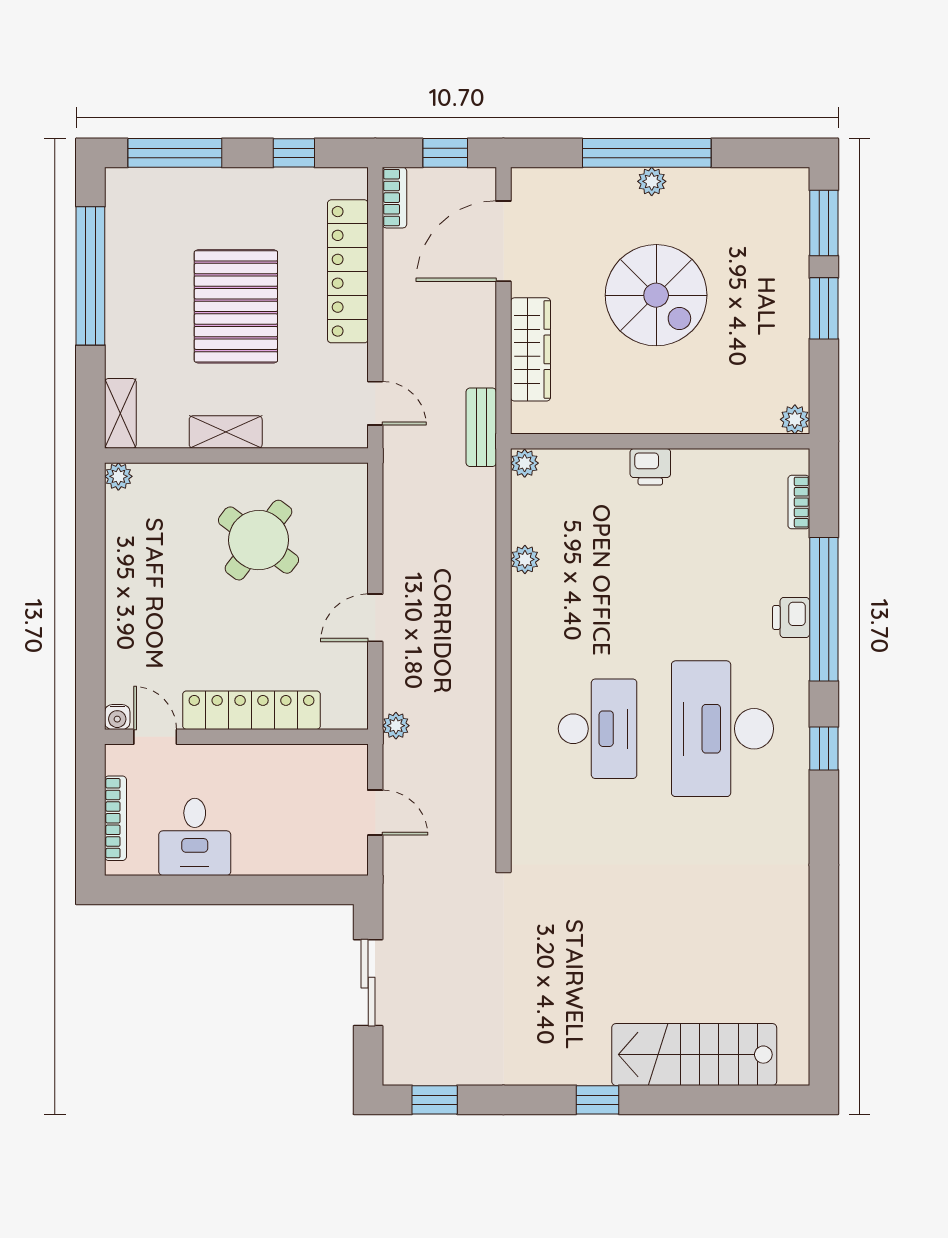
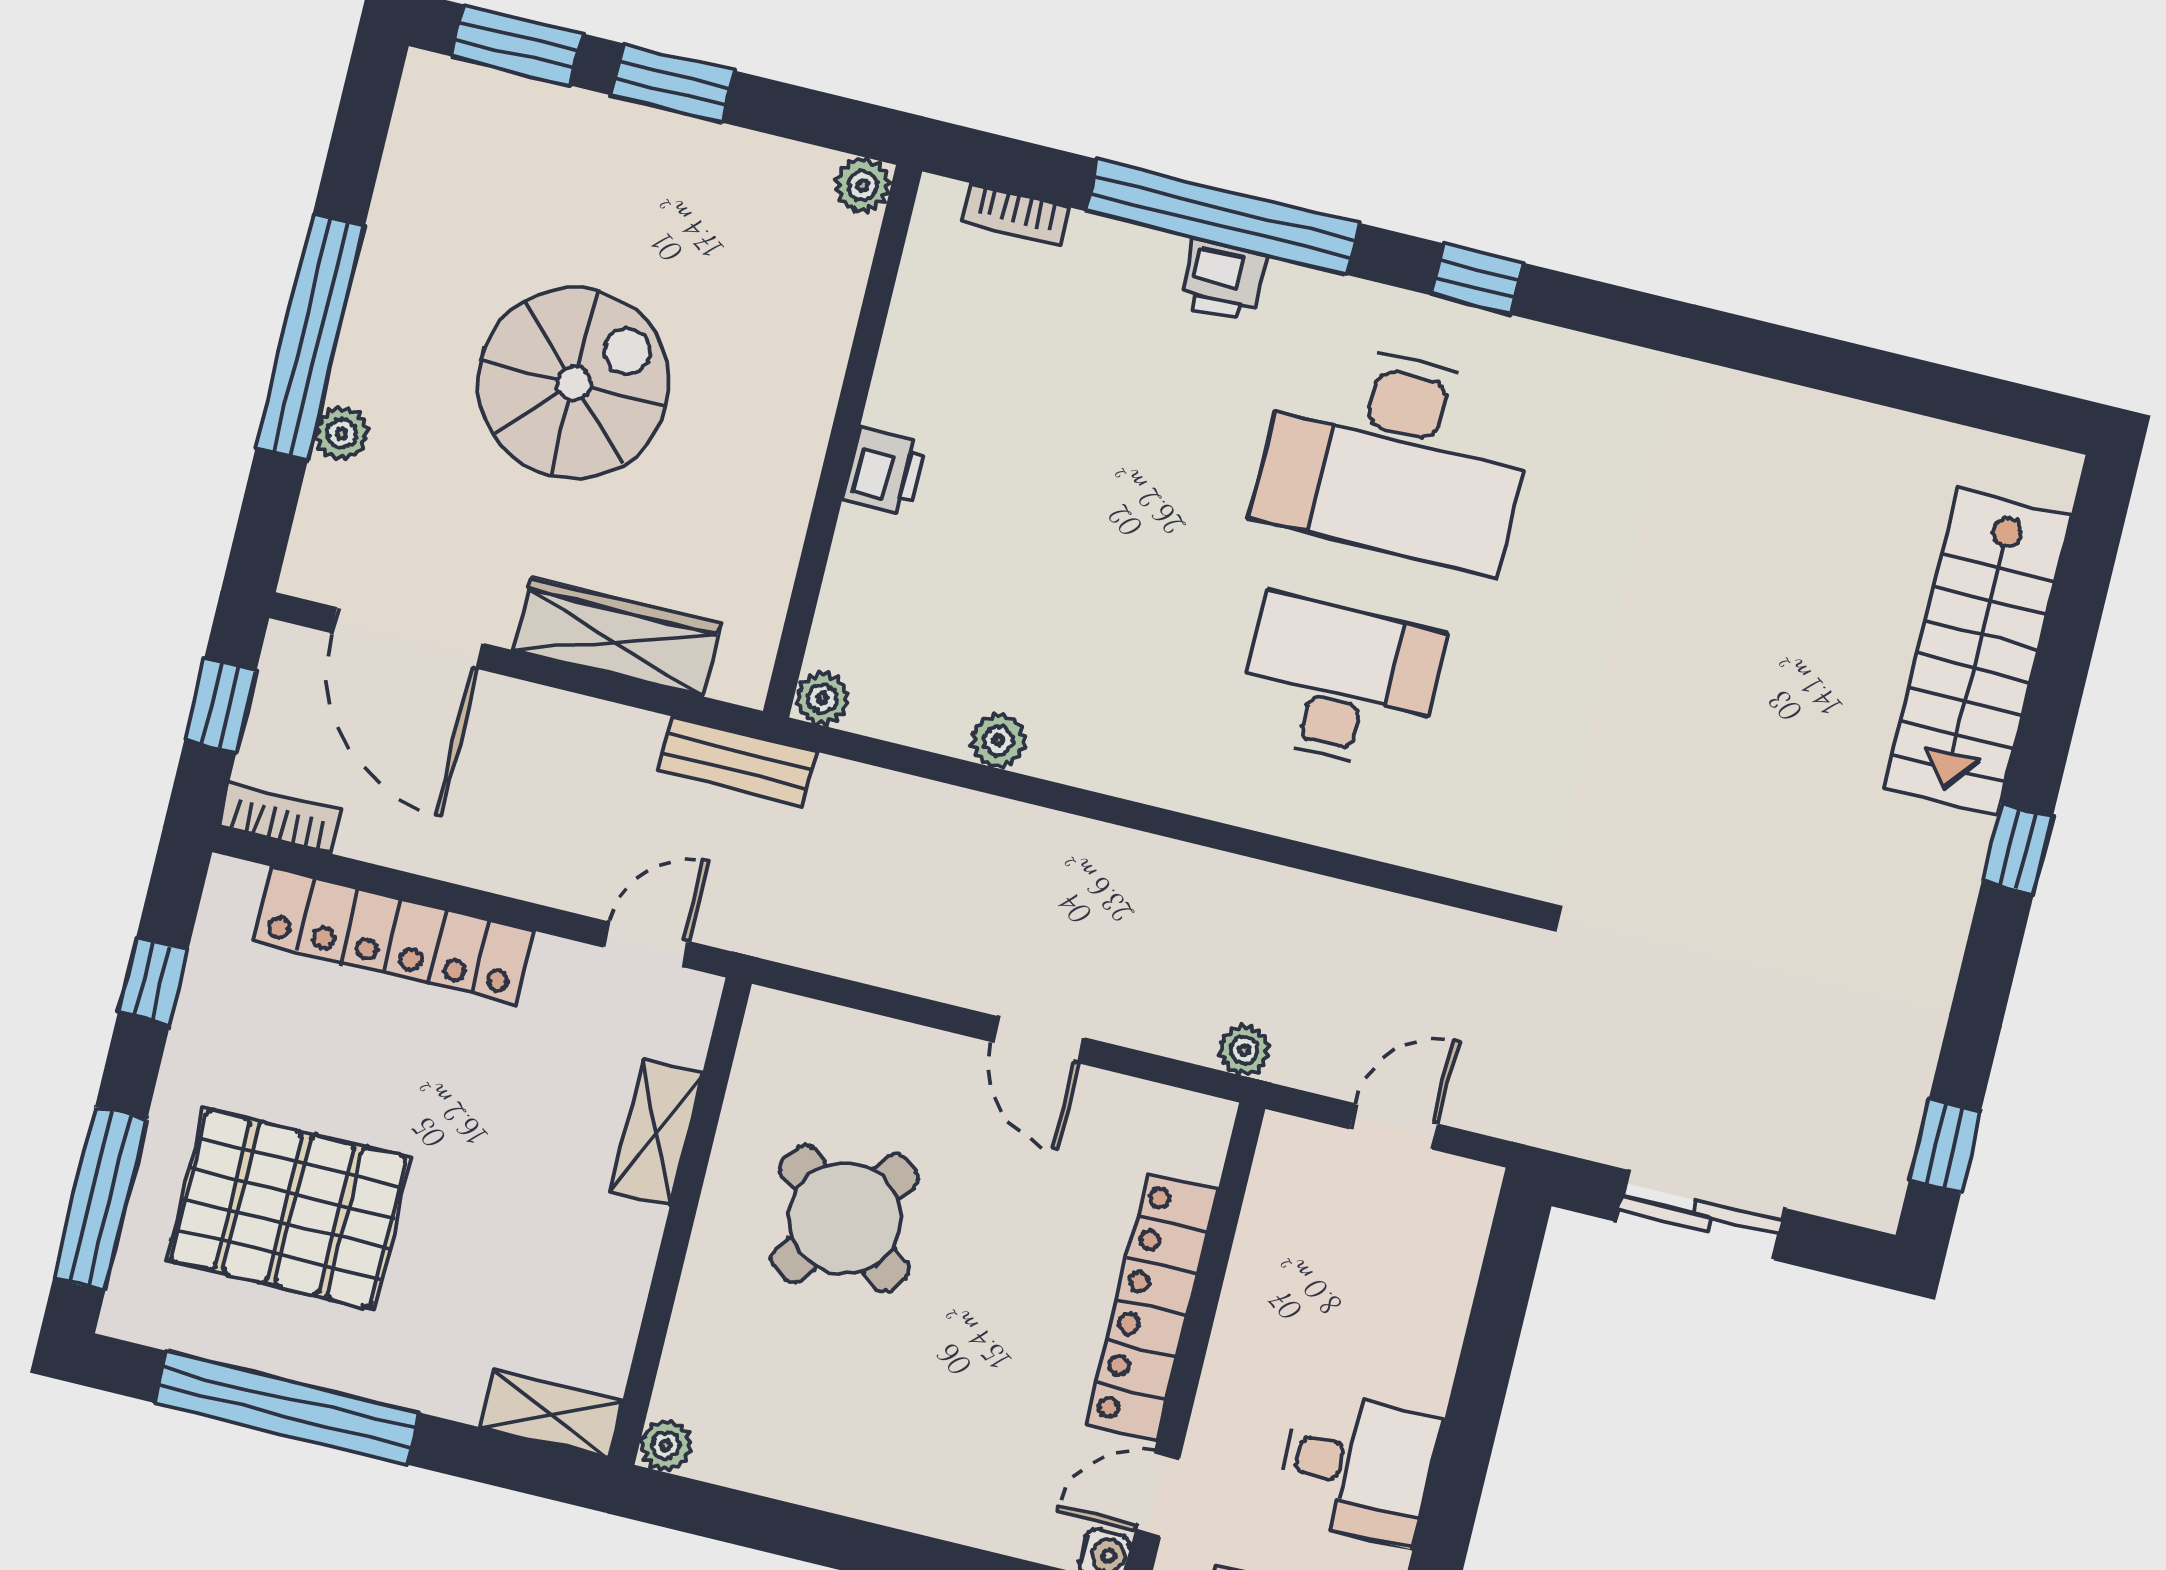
plant: (652, 181) -> (342, 434), moved
pallet: (236, 306) -> (289, 1209), moved
shelving: (226, 432) -> (656, 1132), moved

